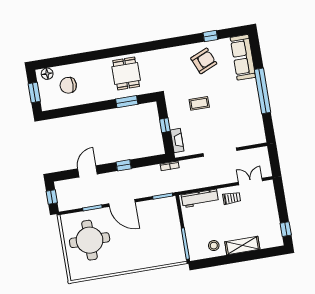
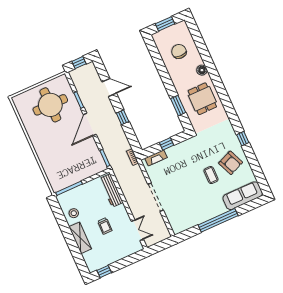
window: (210, 36) -> (243, 139), moved
dining table: (126, 73) -> (202, 99), turned 90
floor lamp: (47, 74) -> (202, 70), moved
coffee table: (199, 103) -> (211, 175), moved
trolley: (232, 198) -> (105, 226), moved

